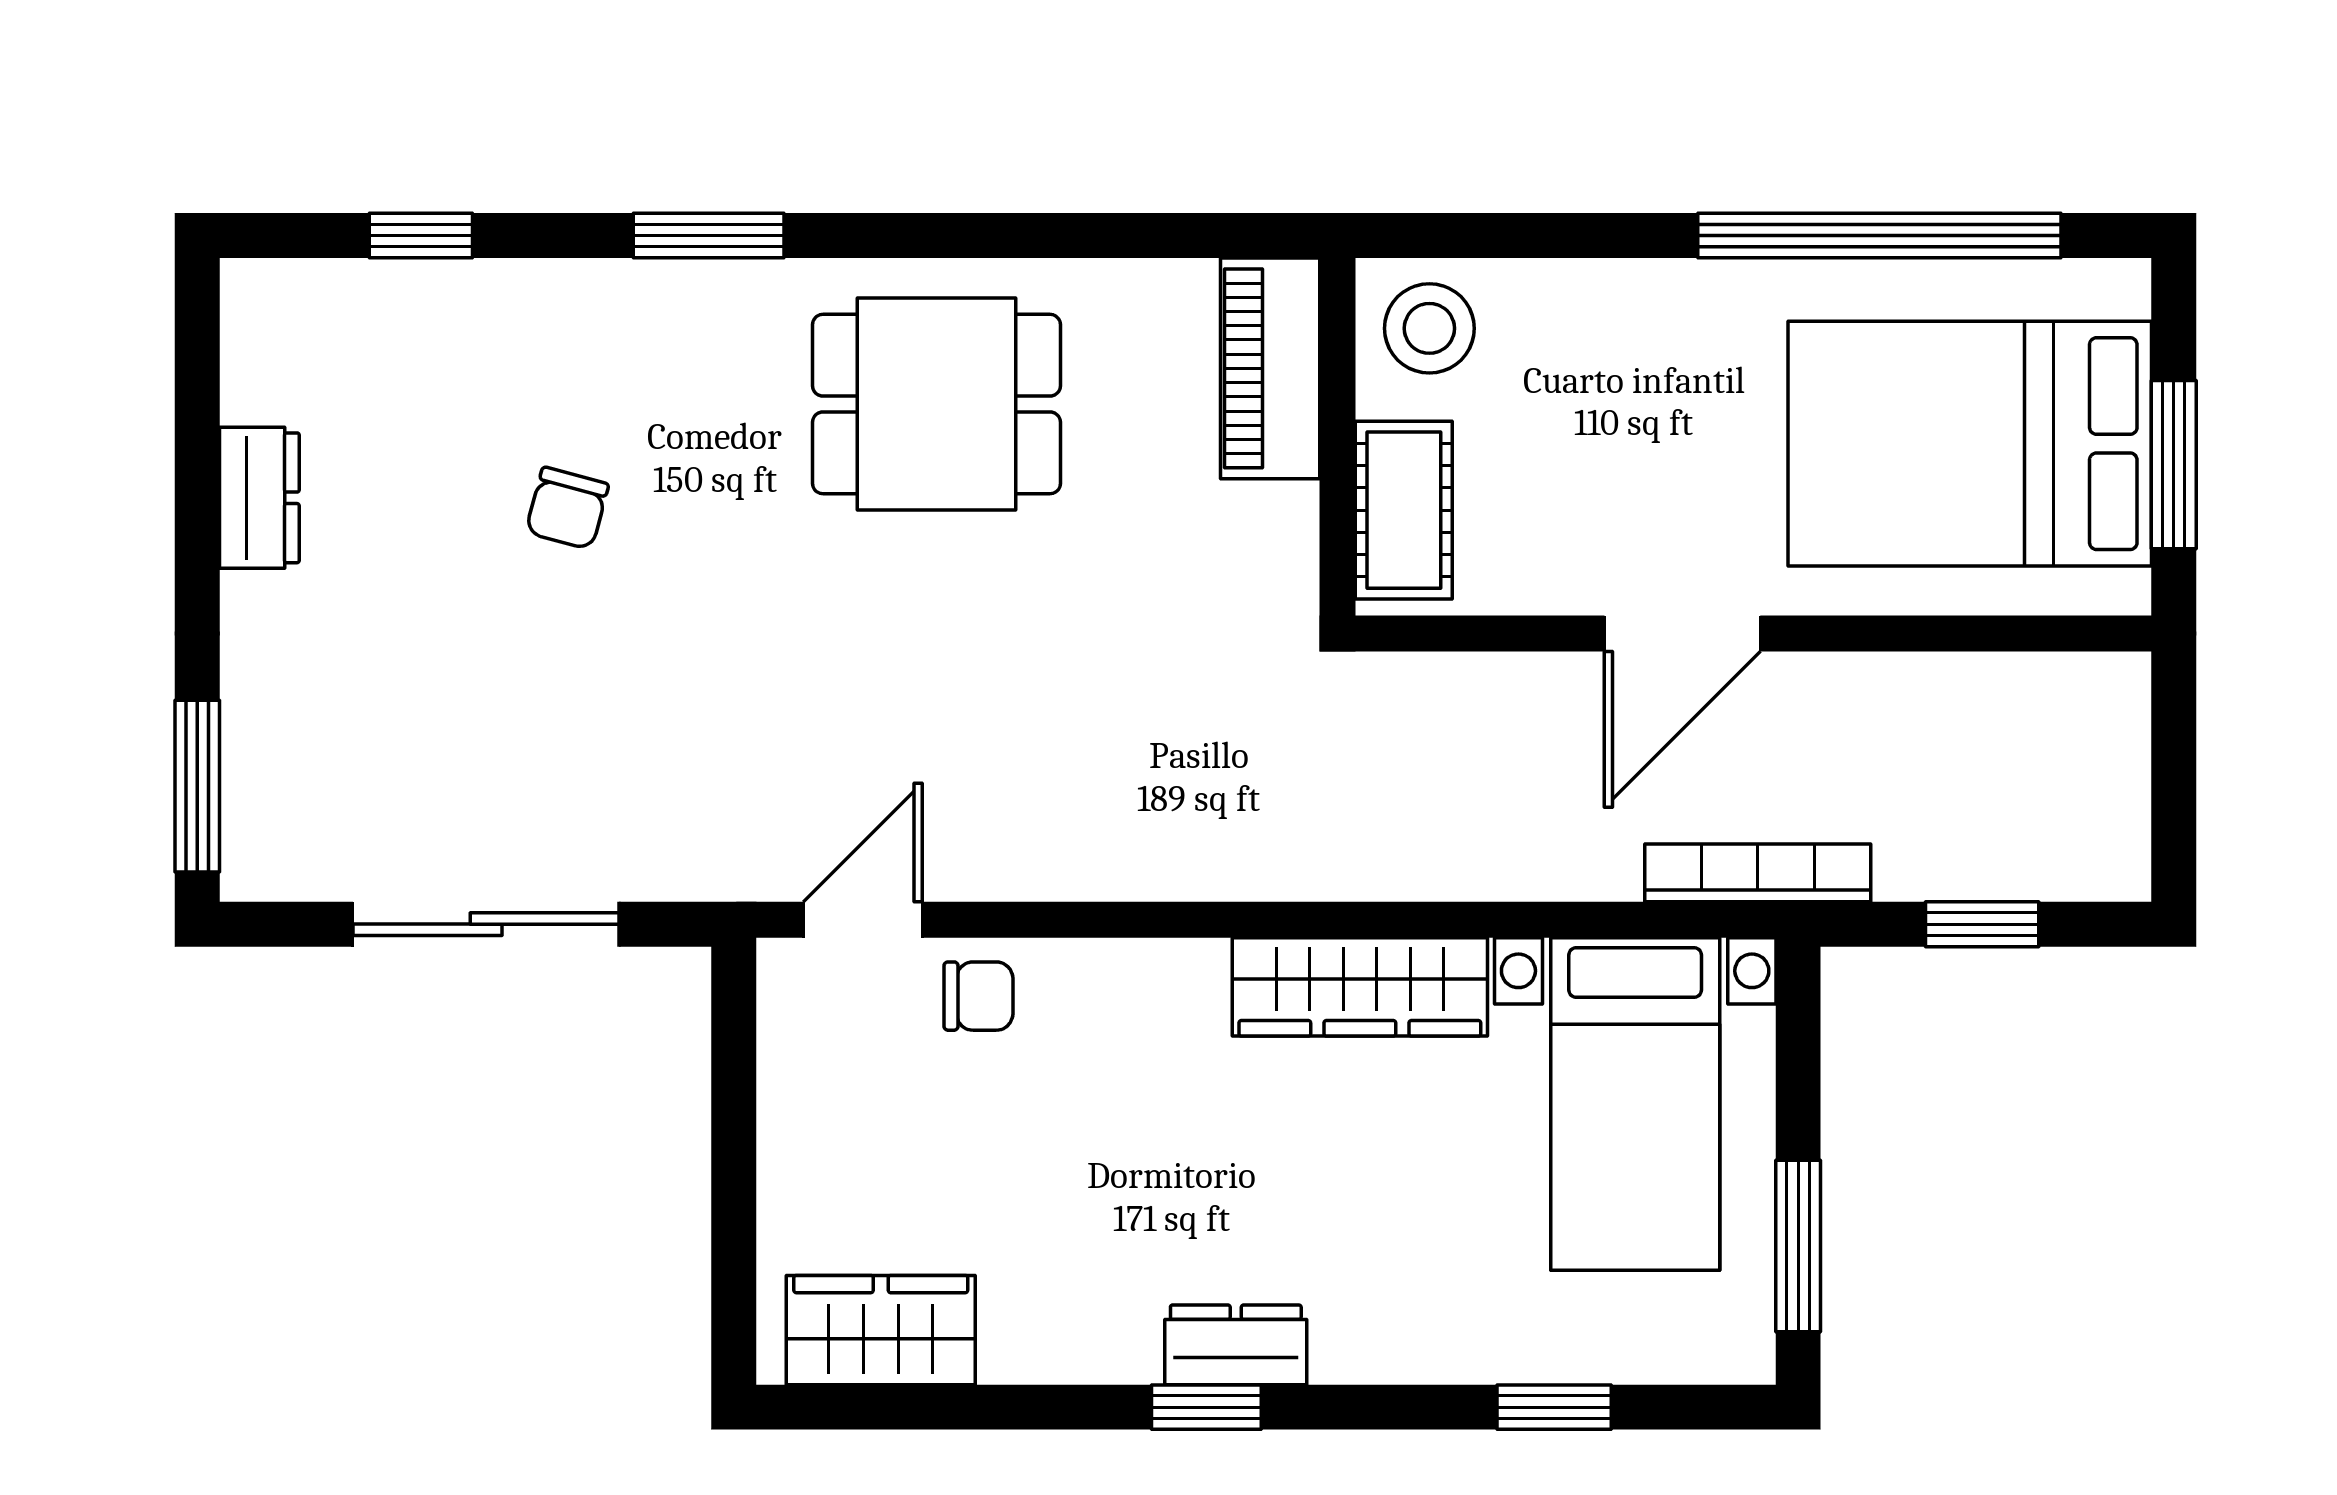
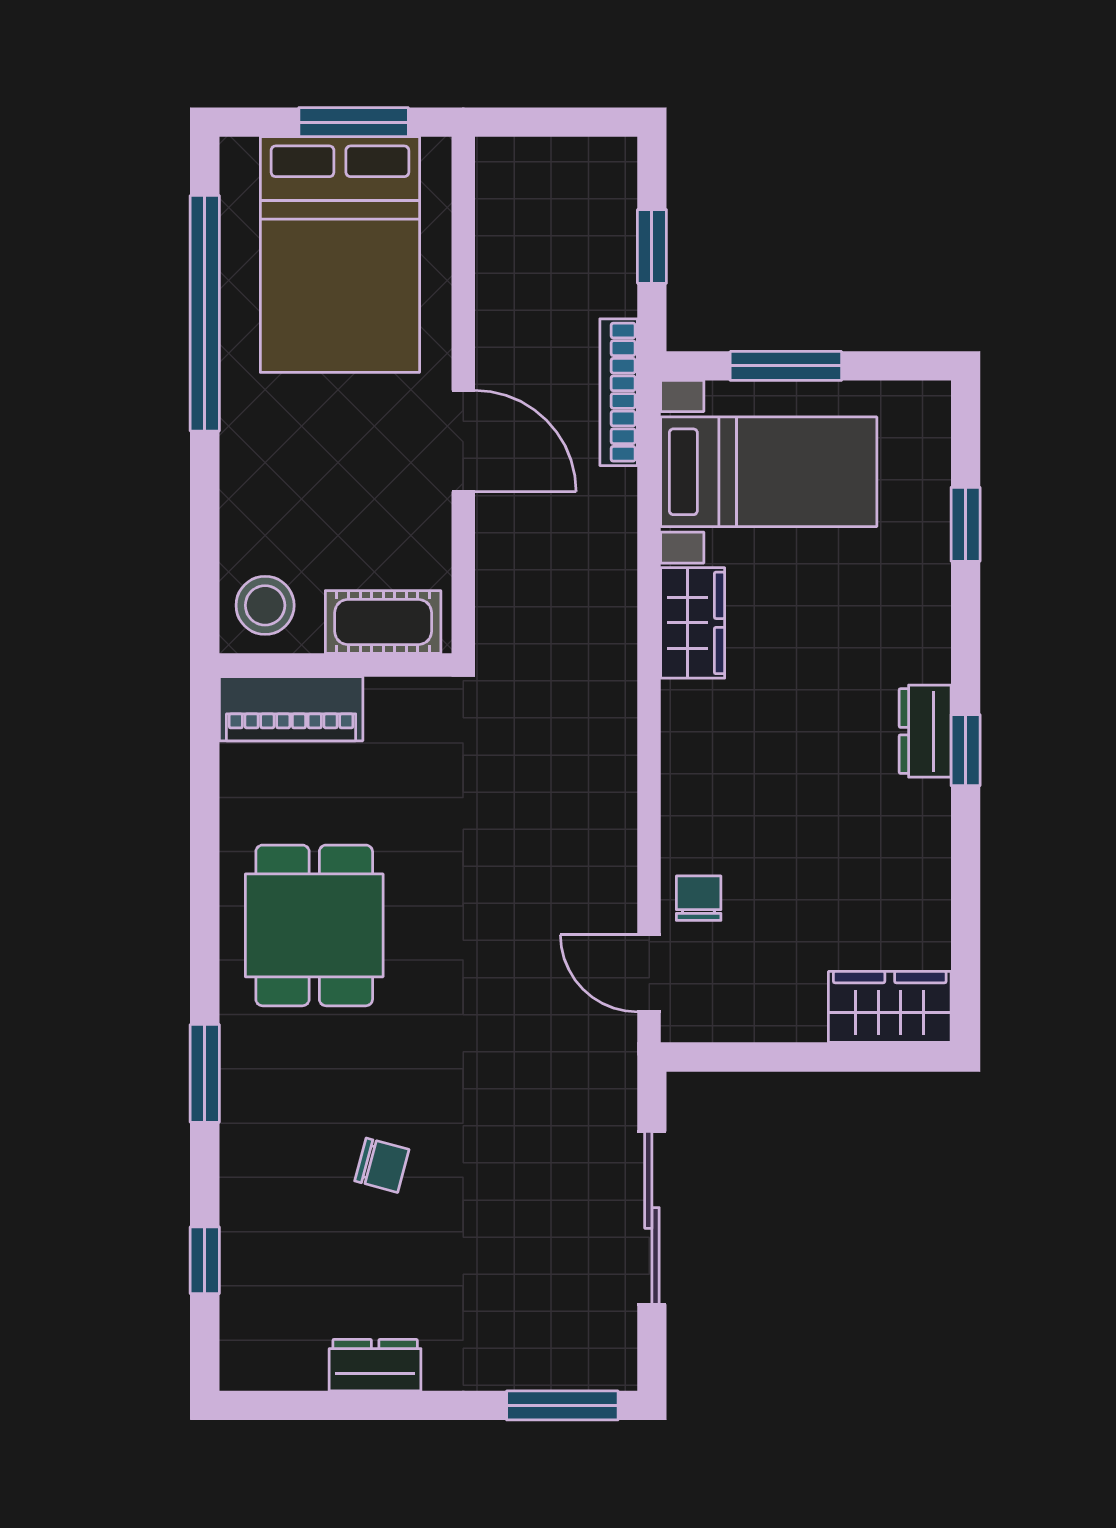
wardrobe: (1360, 987) -> (693, 623), width x0.67
window: (1798, 1246) -> (786, 366), moved
wardrobe: (881, 1330) -> (890, 1007), moved, turned 90

